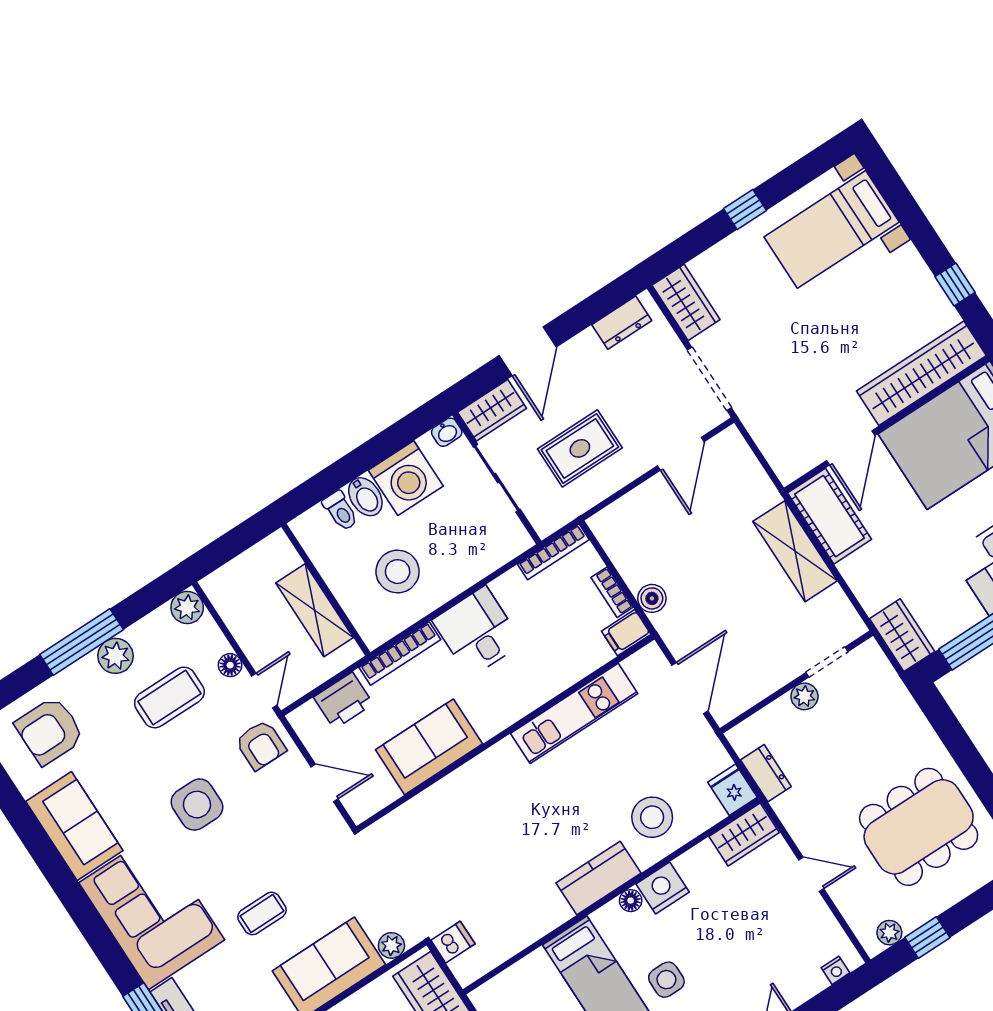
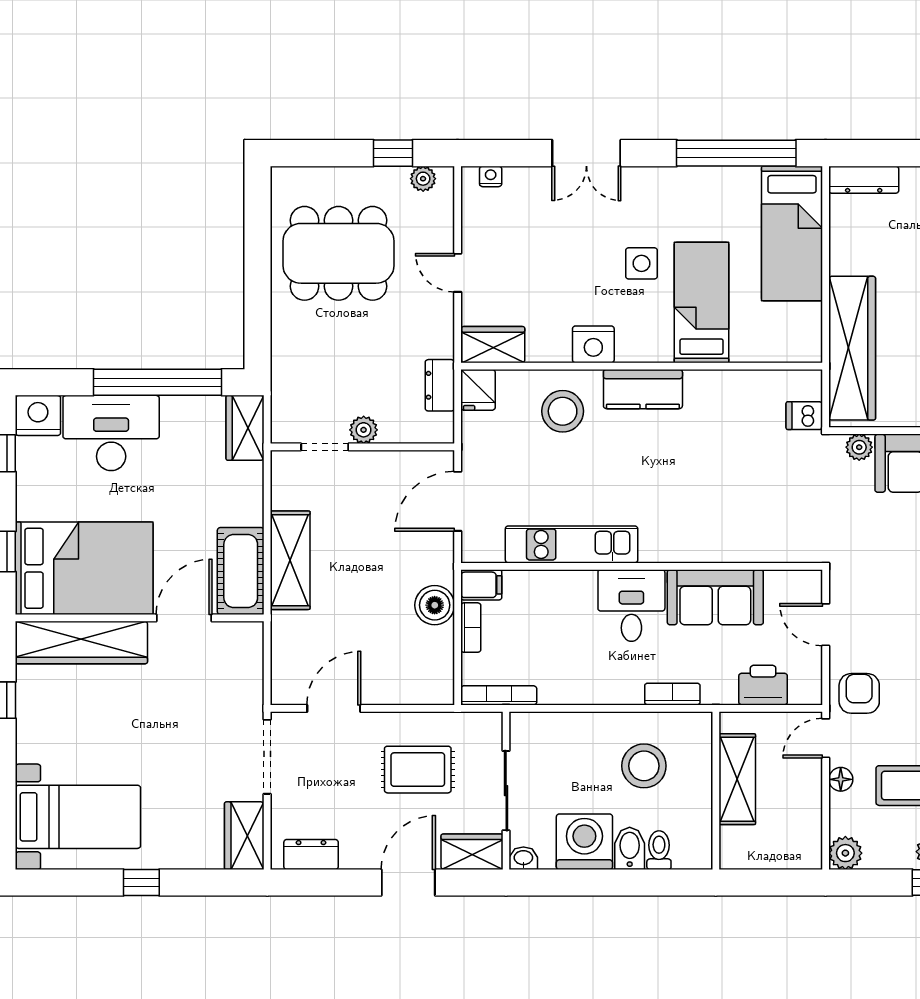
boiler: (652, 598) -> (435, 605), width x1.36, depth x1.36
desk: (478, 632) -> (631, 605), moved, turned 180
bookcase: (400, 653) -> (672, 694), width x0.64
floor lamp: (631, 901) -> (628, 352), removed

